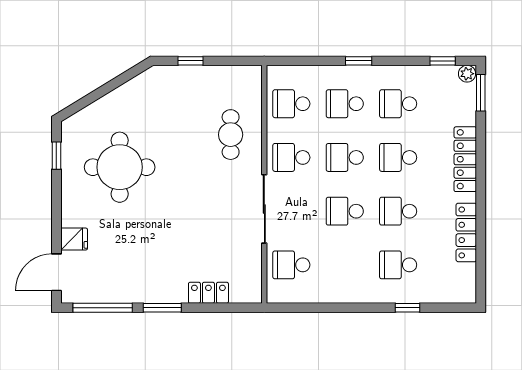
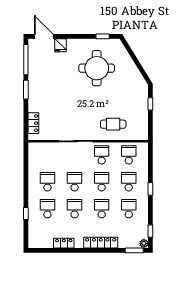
locker: (466, 232) -> (64, 243), width x0.66
school desk: (291, 265) -> (47, 182), moved
locker: (208, 293) -> (33, 123), moved

